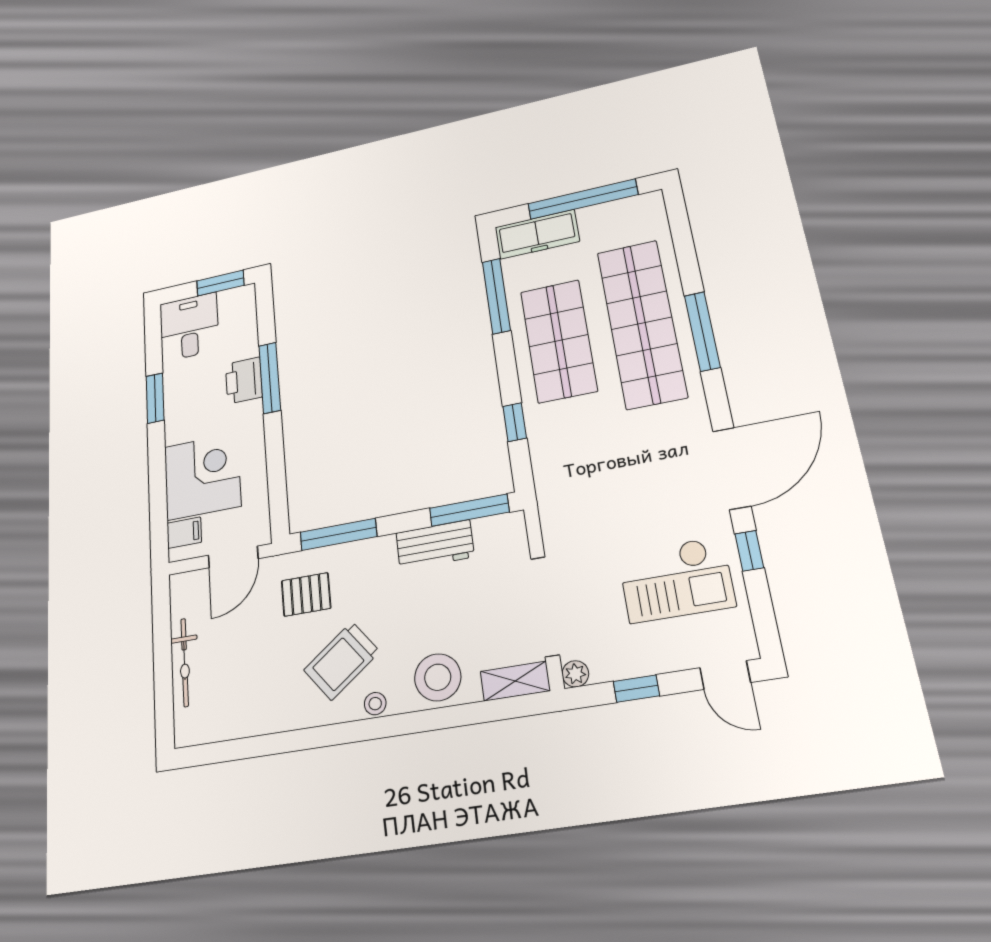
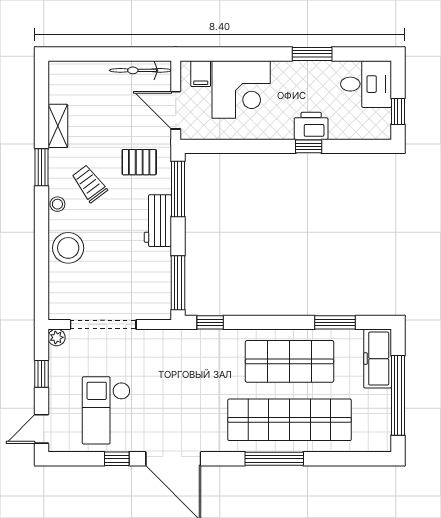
window: (220, 283) -> (398, 111), width x0.67
window: (496, 296) -> (335, 322), width x0.69
window: (270, 378) -> (309, 146), width x0.46
window: (515, 422) -> (210, 322), moved
workbench: (435, 545) -> (158, 221), moved
pallet: (306, 594) -> (139, 162), turned 90
trolley: (342, 661) -> (89, 184), width x0.73, depth x0.72
bicycle: (185, 662) -> (140, 70), moved
shelving: (515, 681) -> (58, 126), moved
window: (324, 736) -> (41, 167), added

